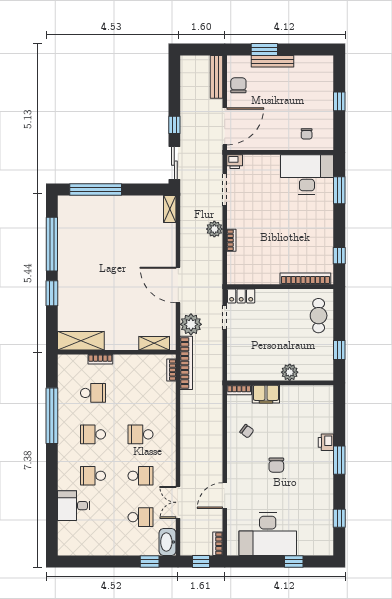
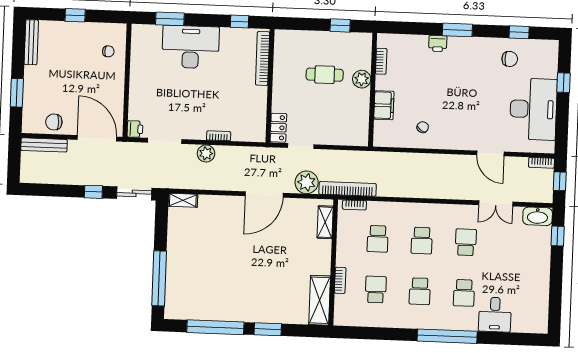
bench: (273, 61) -> (31, 42), moved
desk: (307, 174) -> (191, 47), moved, turned 90
cafe table: (319, 316) -> (325, 75), moved
bookcase: (239, 390) -> (381, 61), moved
window: (52, 416) -> (447, 336), moved
chair: (276, 465) -> (510, 59), moved
school desk: (141, 517) -> (378, 239), moved, turned 180

